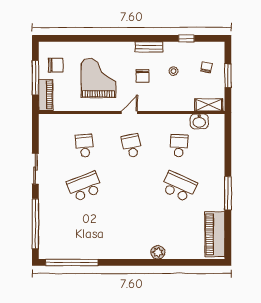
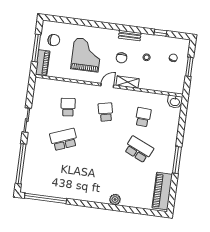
shelving: (209, 105) -> (128, 82), moved
washbasin: (199, 121) -> (175, 102), moved

